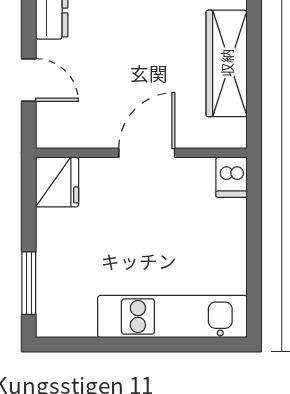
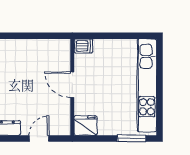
wardrobe: (227, 63) -> (31, 48), removed
kitchen unit: (172, 316) -> (147, 85), width x1.36

